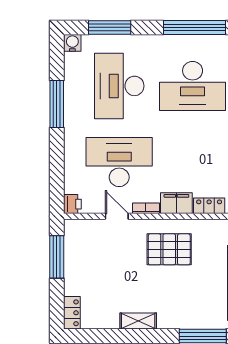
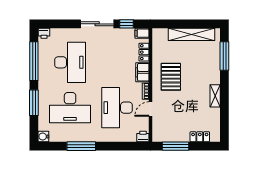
window: (110, 27) -> (34, 103), moved
locker: (72, 313) -> (200, 137), moved

